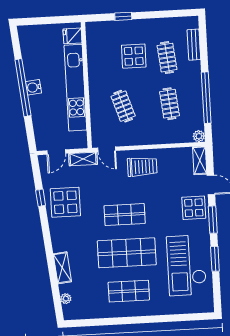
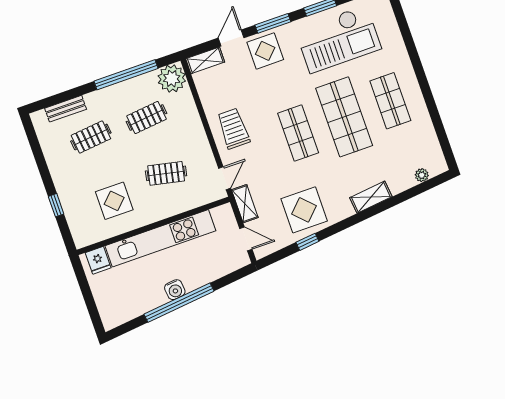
display table: (134, 56) -> (114, 201), moved
clothes rail: (123, 106) -> (166, 173), turned 30
plant: (199, 136) -> (172, 79), width x1.88, depth x1.88
shelving: (62, 268) -> (371, 197), moved

